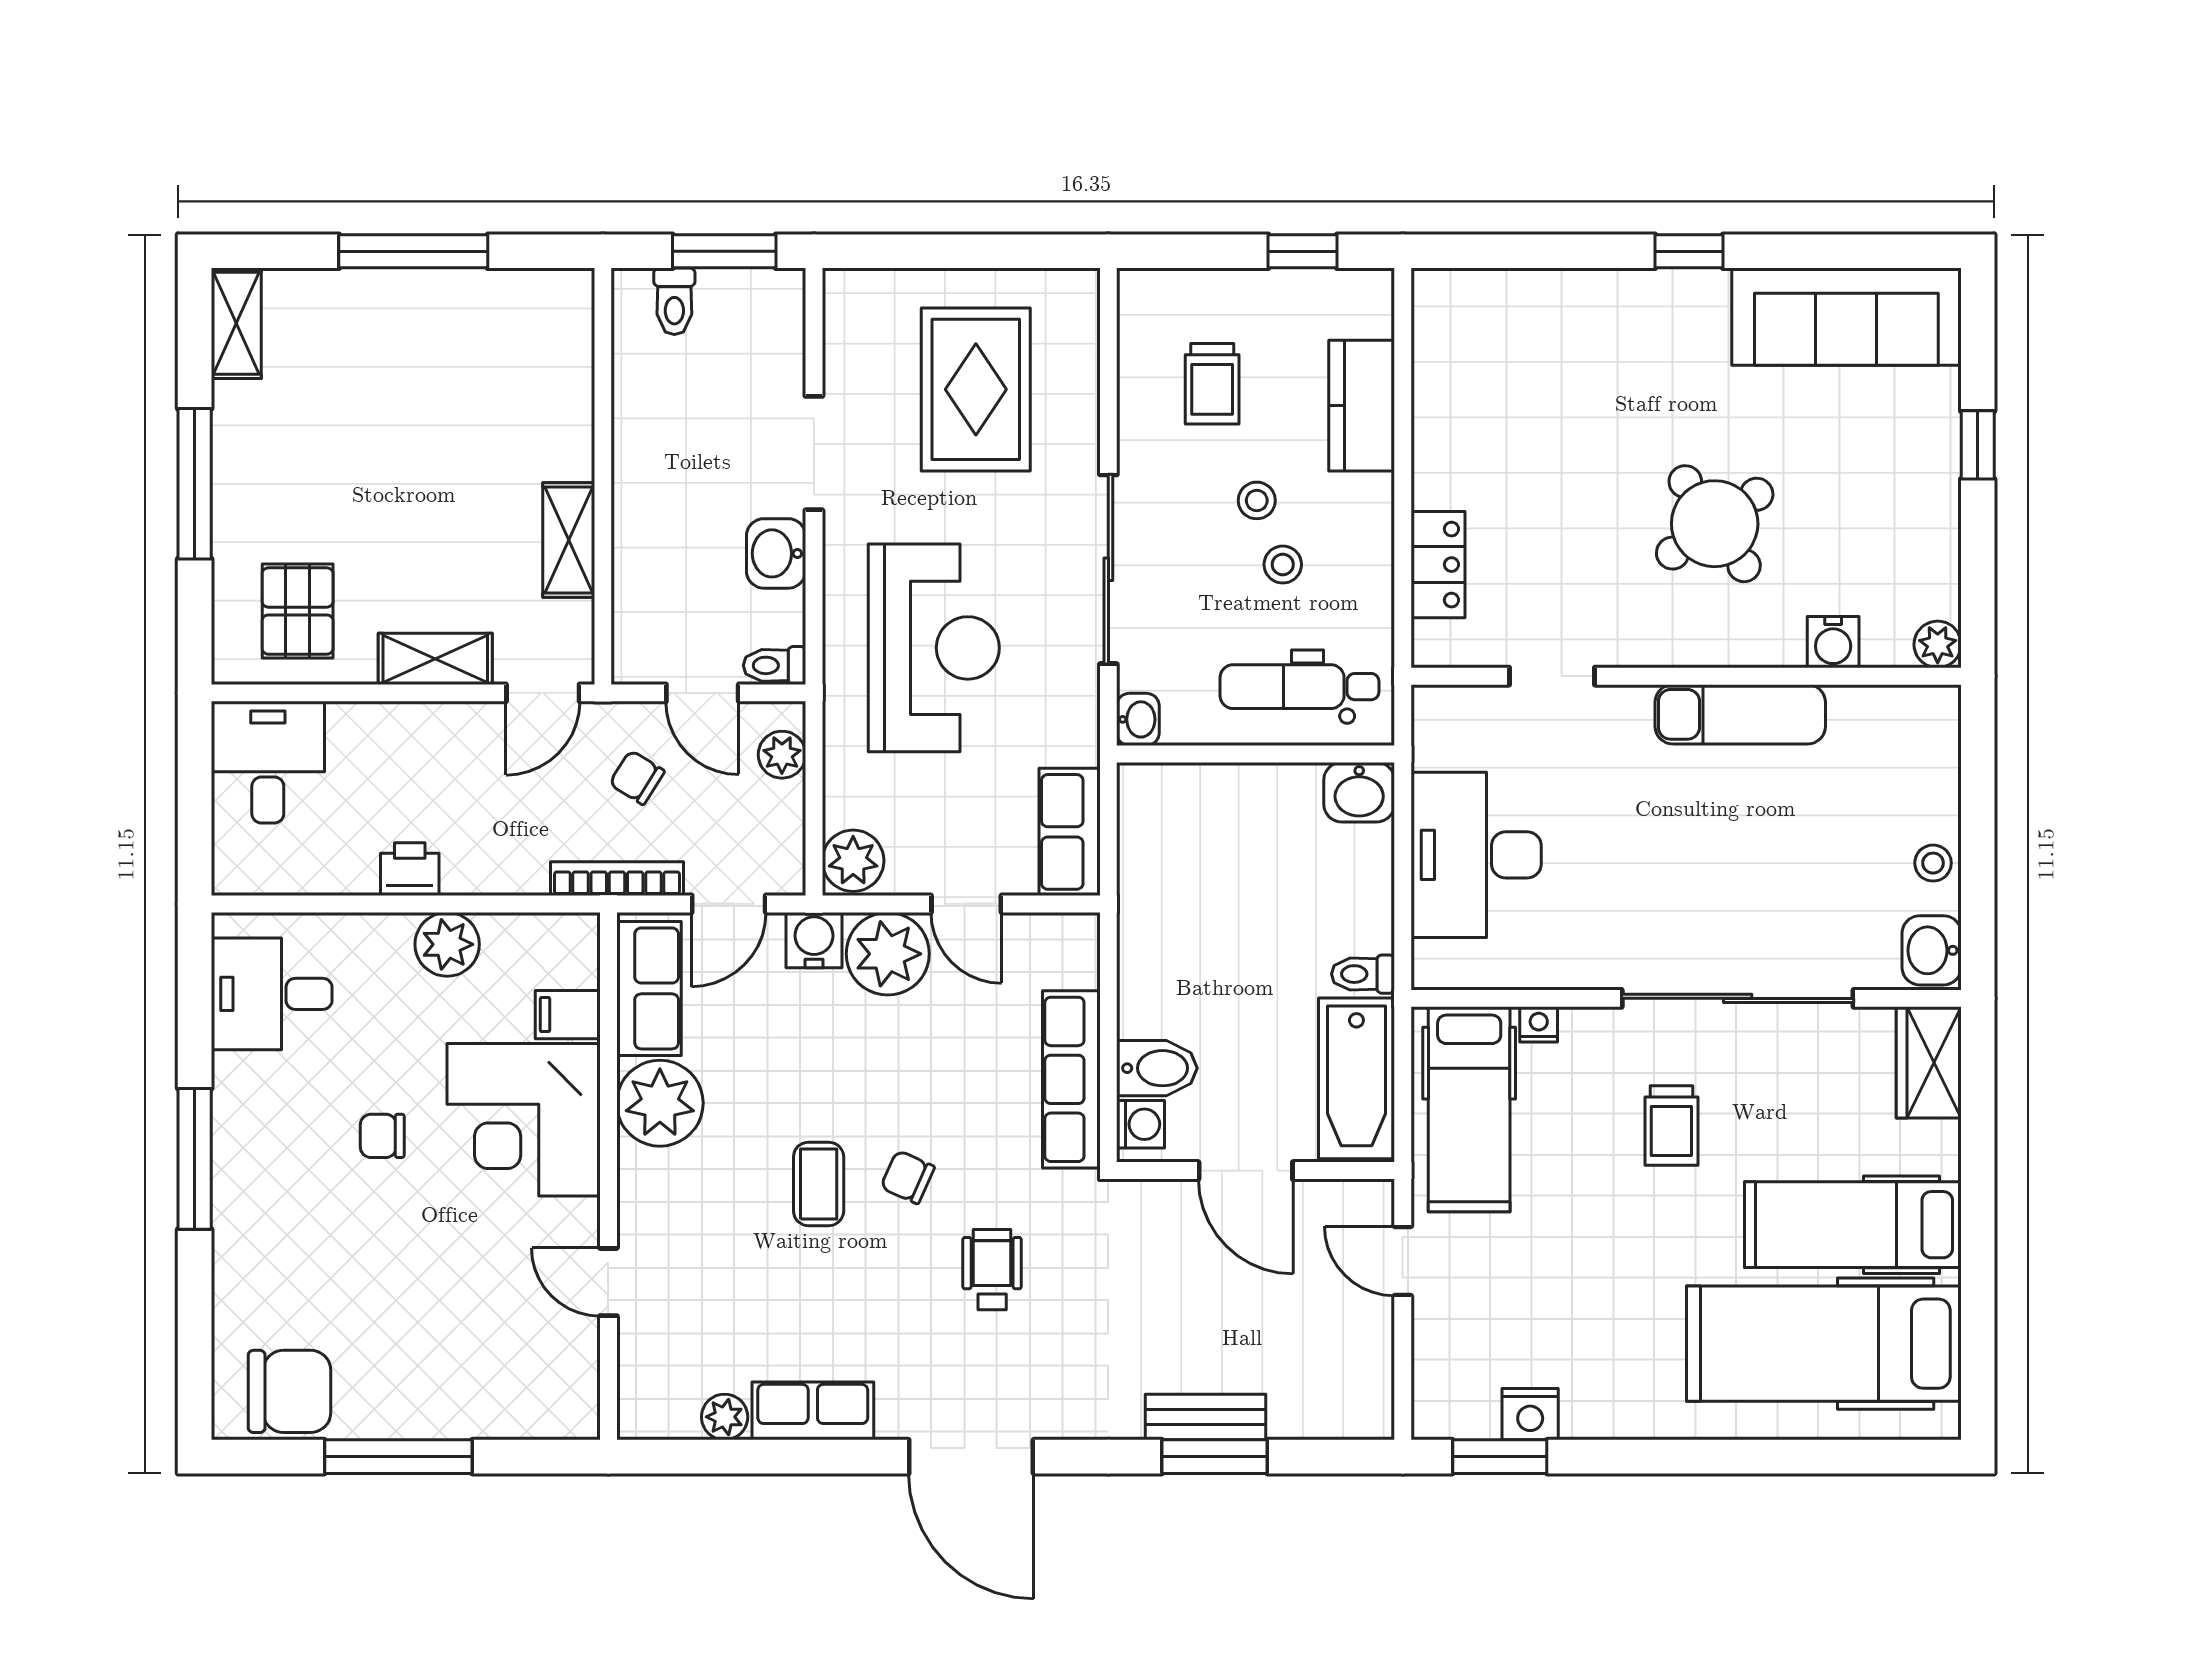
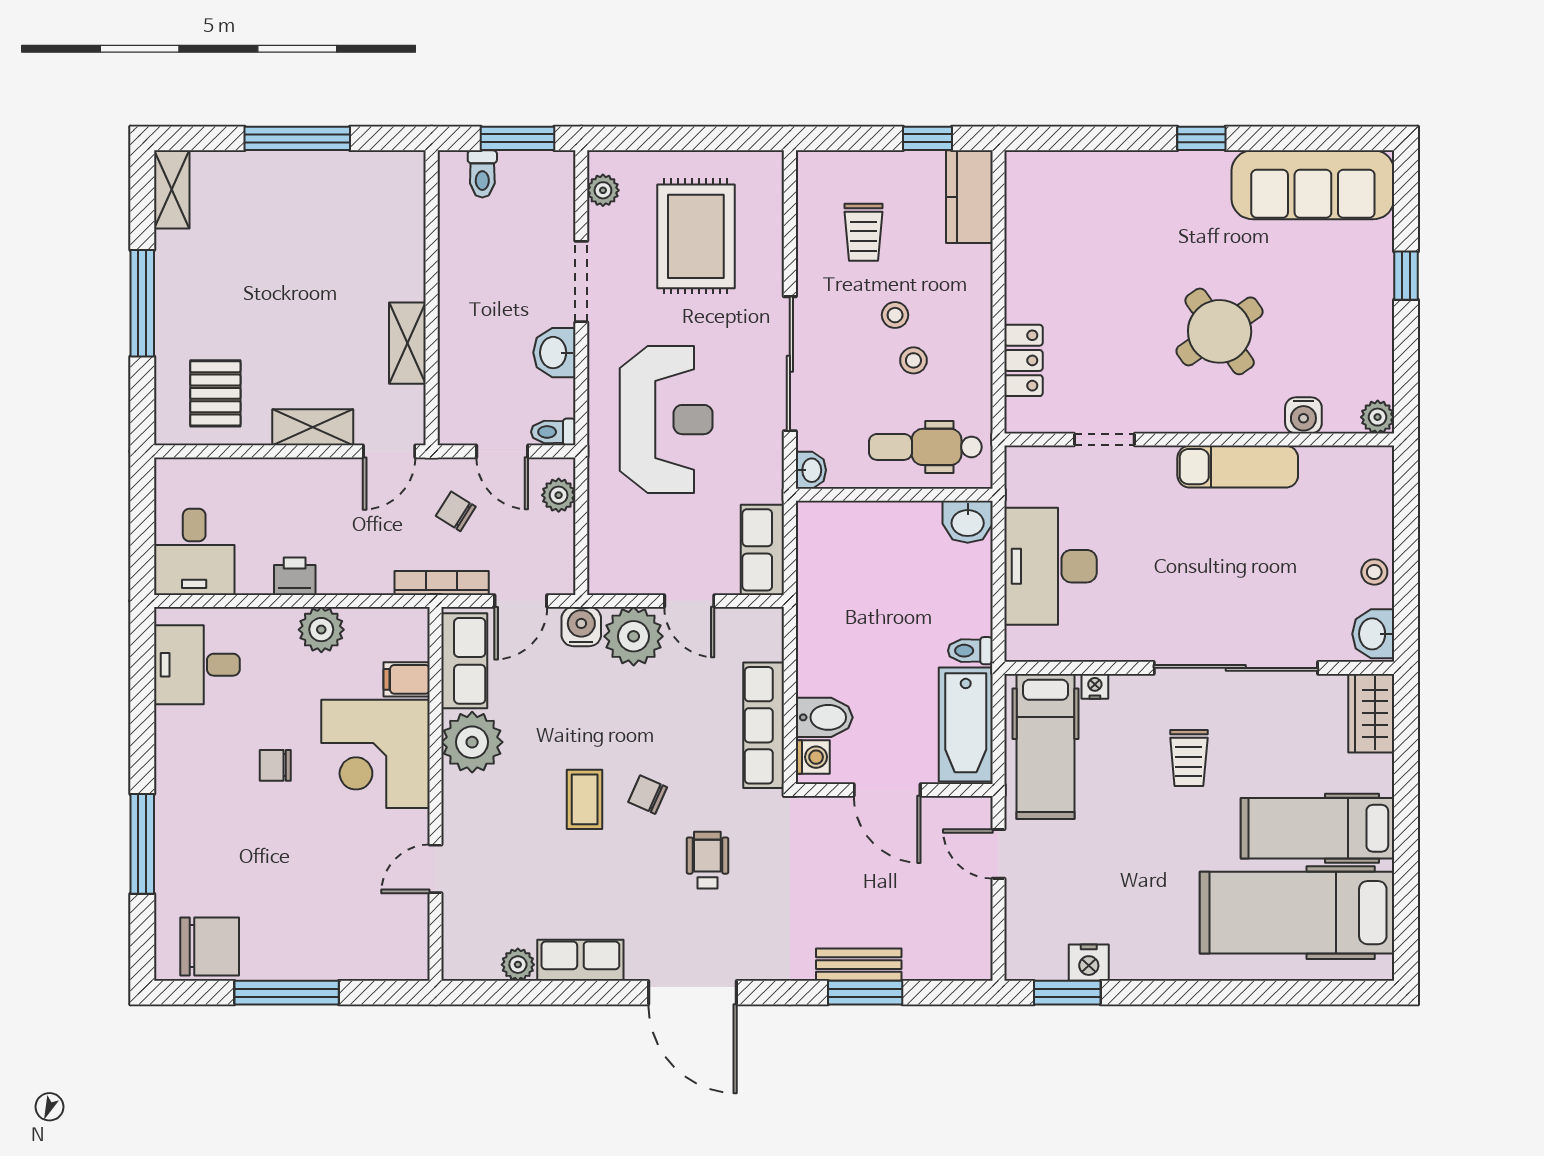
kitchen counter: (1362, 406) -> (969, 197), moved
desk: (268, 762) -> (194, 552), moved, turned 180
plant: (853, 861) -> (603, 190), moved, width x0.73, depth x0.73
window: (195, 1159) -> (142, 844), moved
door: (608, 1282) -> (436, 869), hinge flipped

